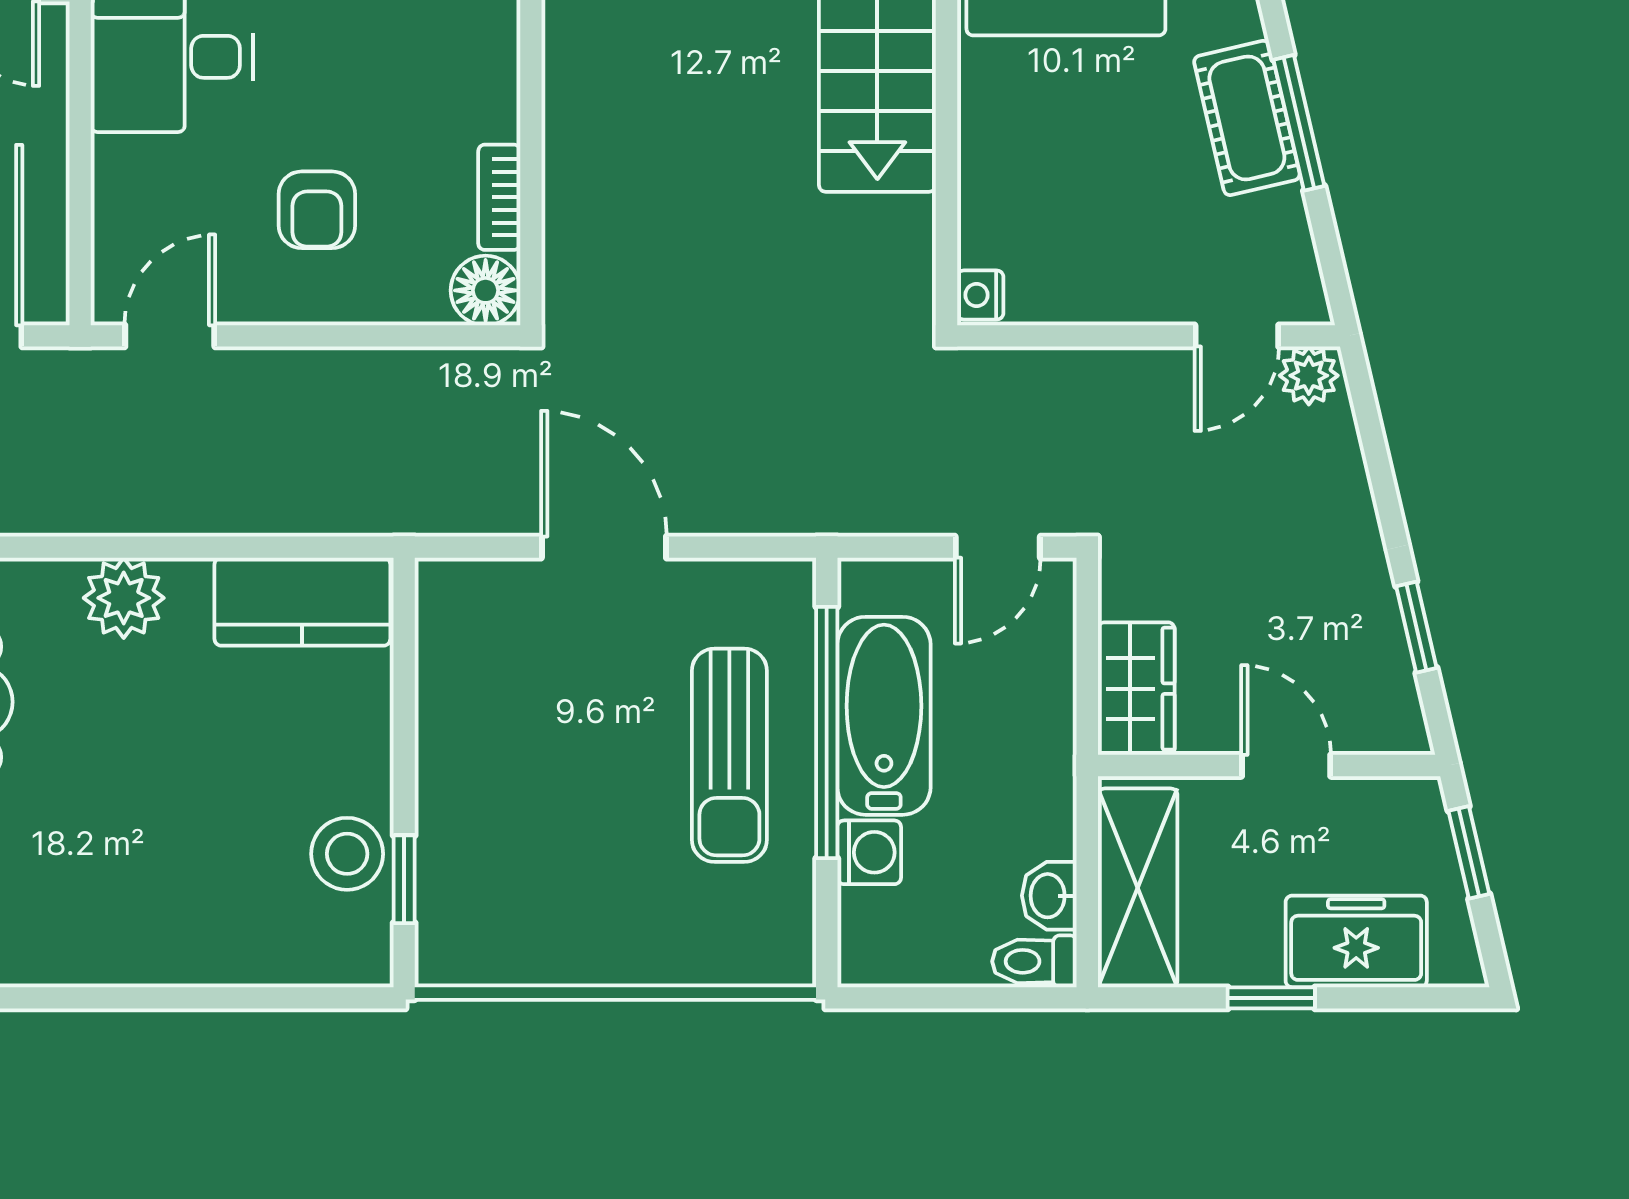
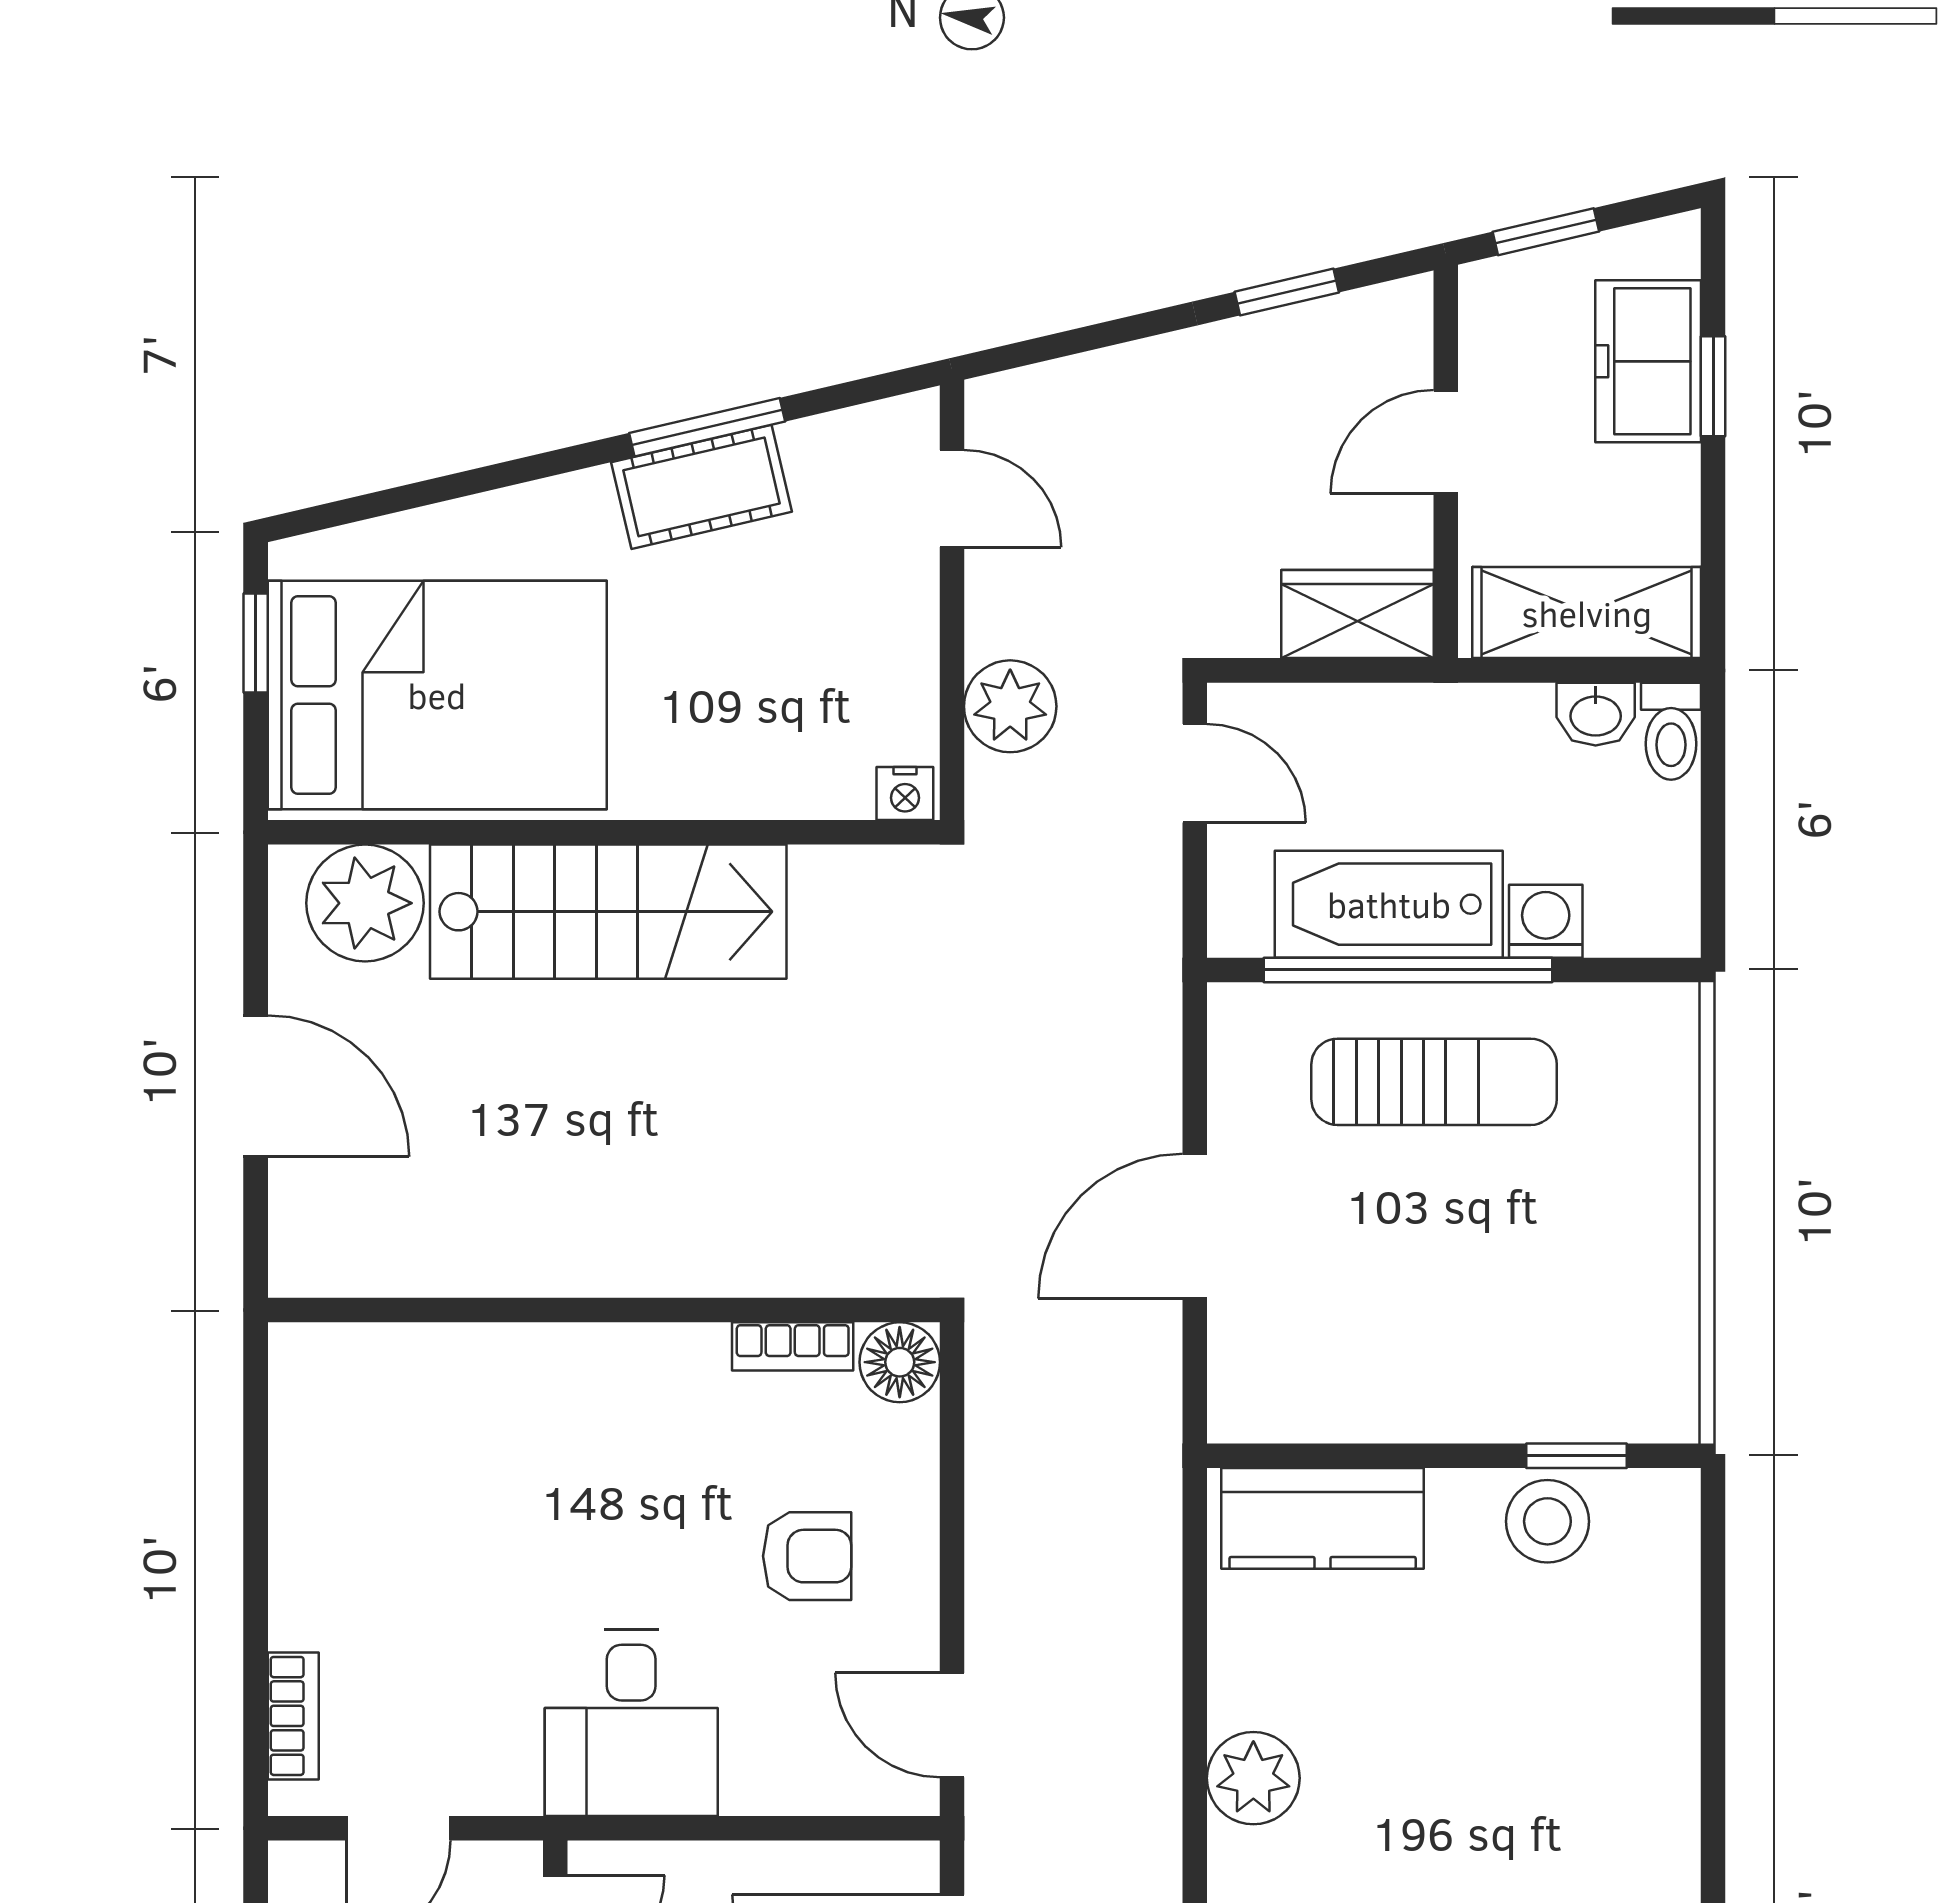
plant: (1309, 376) -> (1010, 706), moved, width x1.38, depth x1.38
kitchen counter: (302, 602) -> (1323, 1518), moved, turned 90
window: (1271, 998) -> (1713, 386), moved

